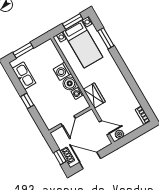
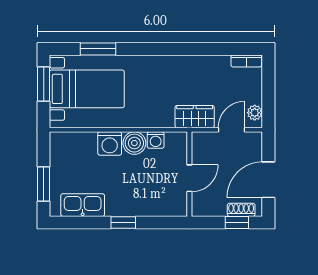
wardrobe: (94, 96) -> (195, 117), moved
door: (68, 121) -> (189, 178), hinge flipped

